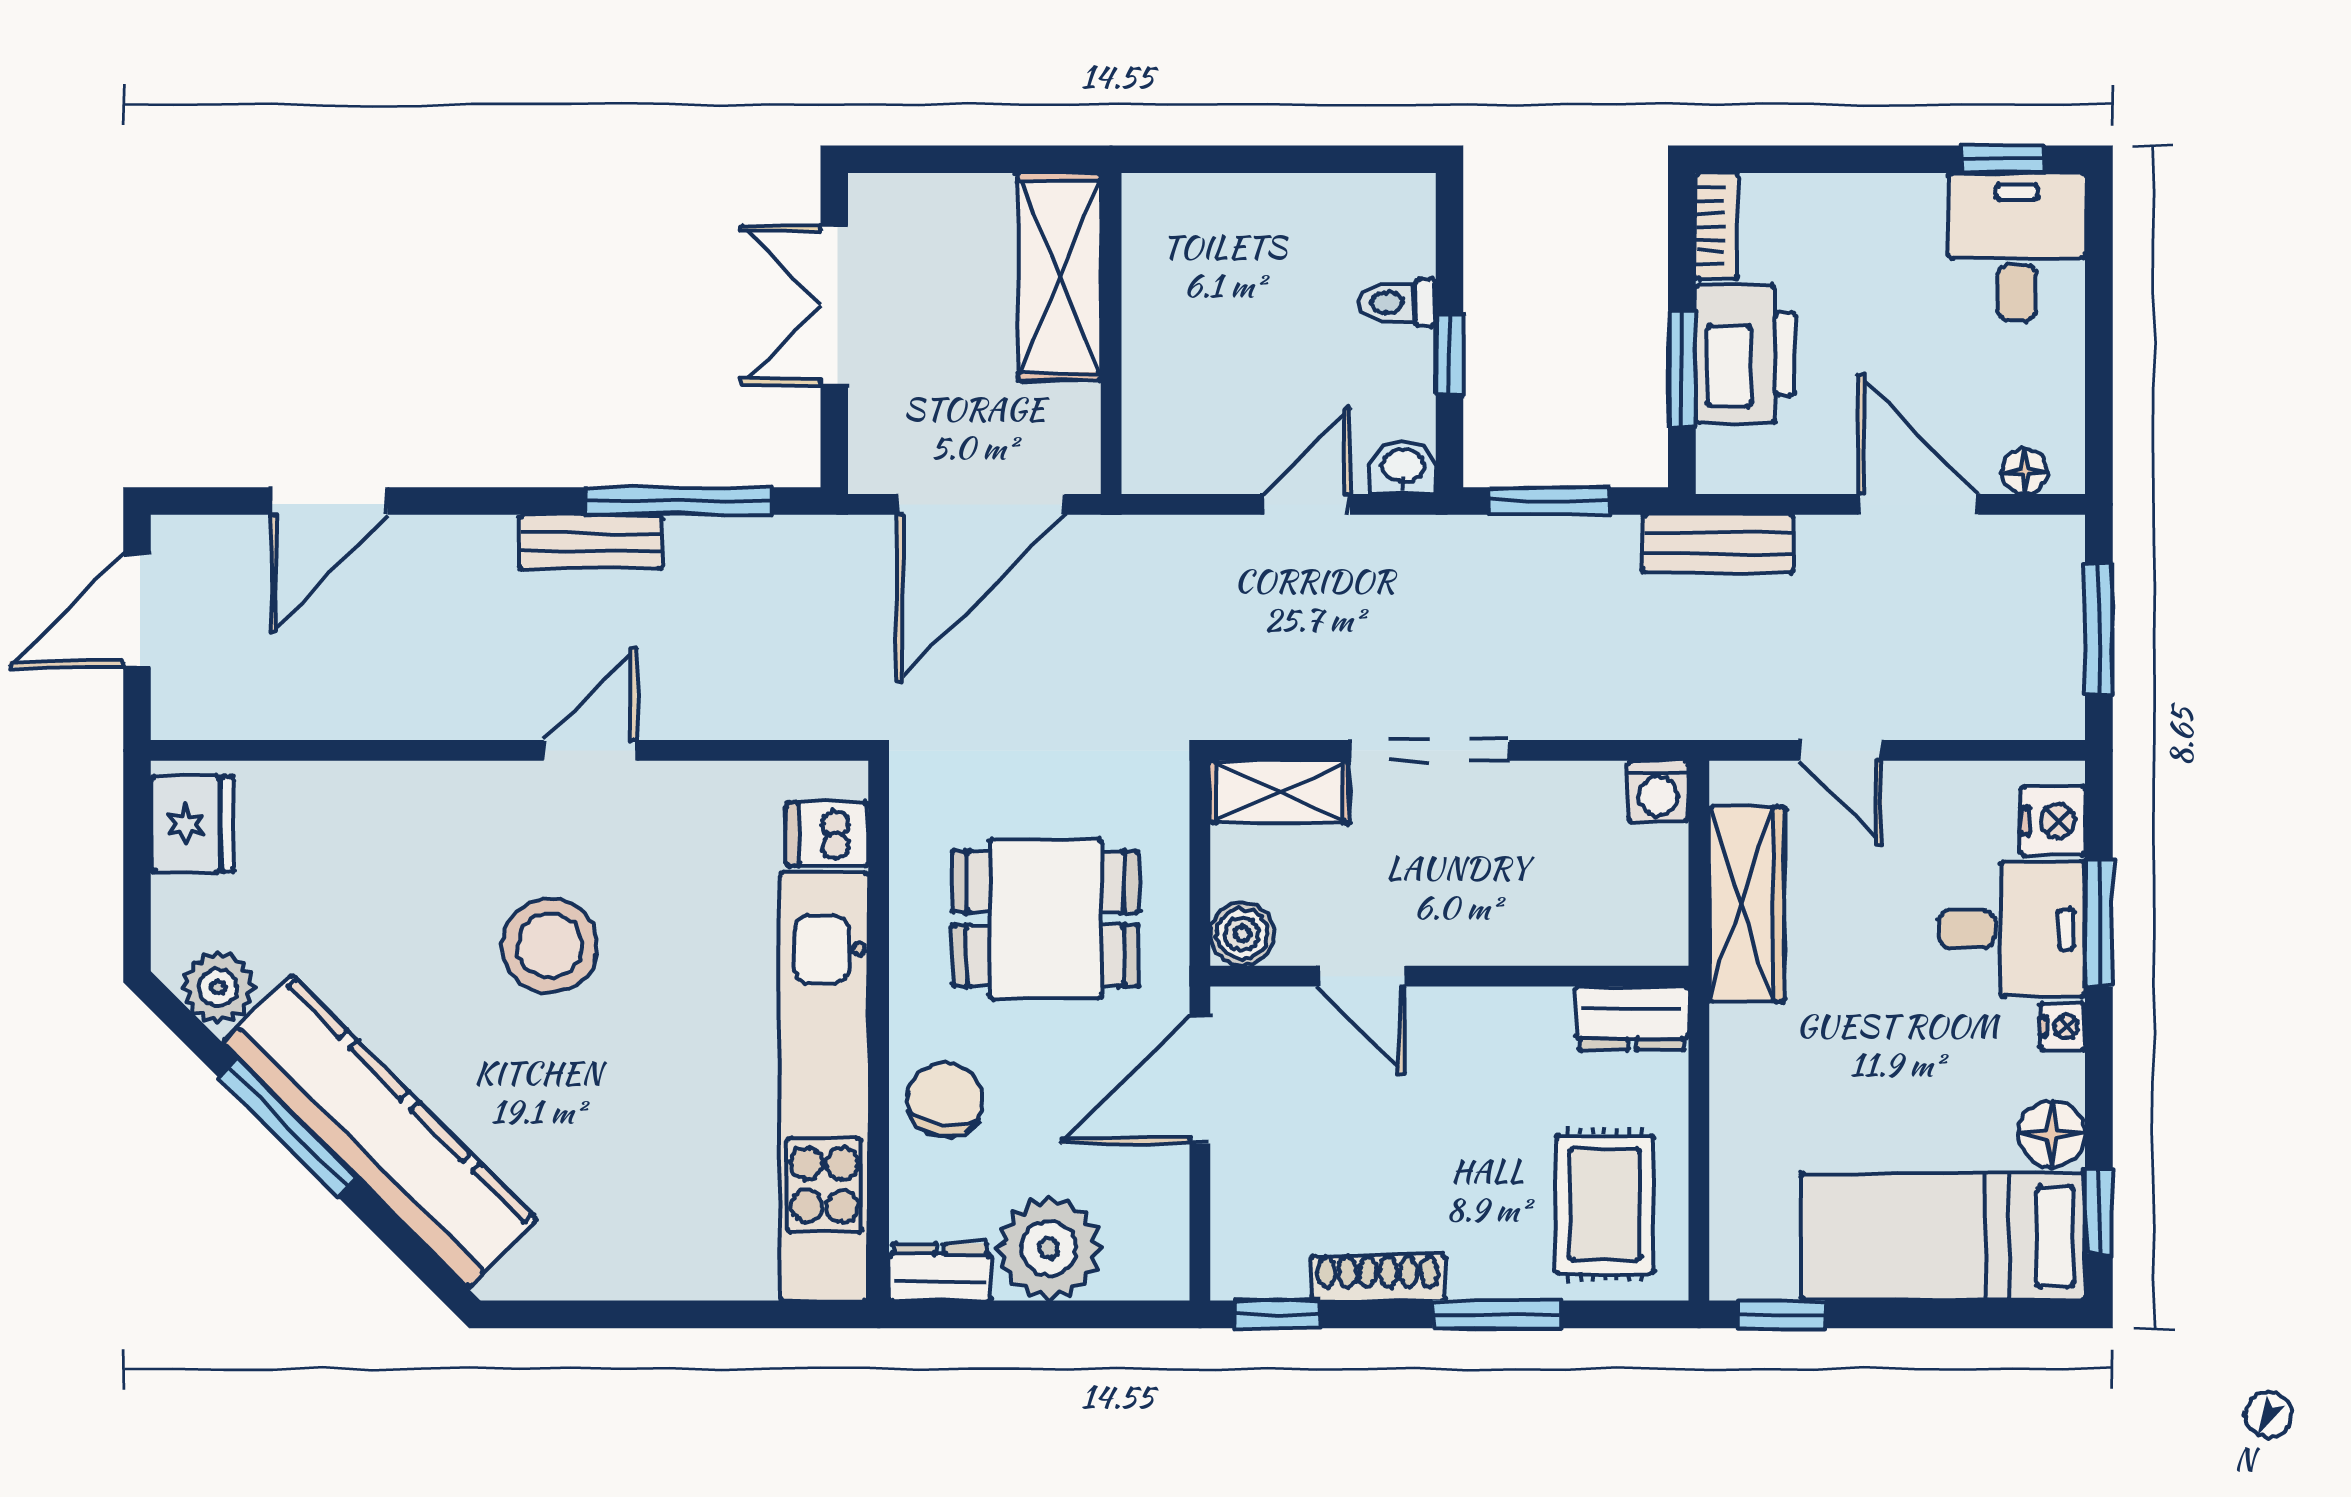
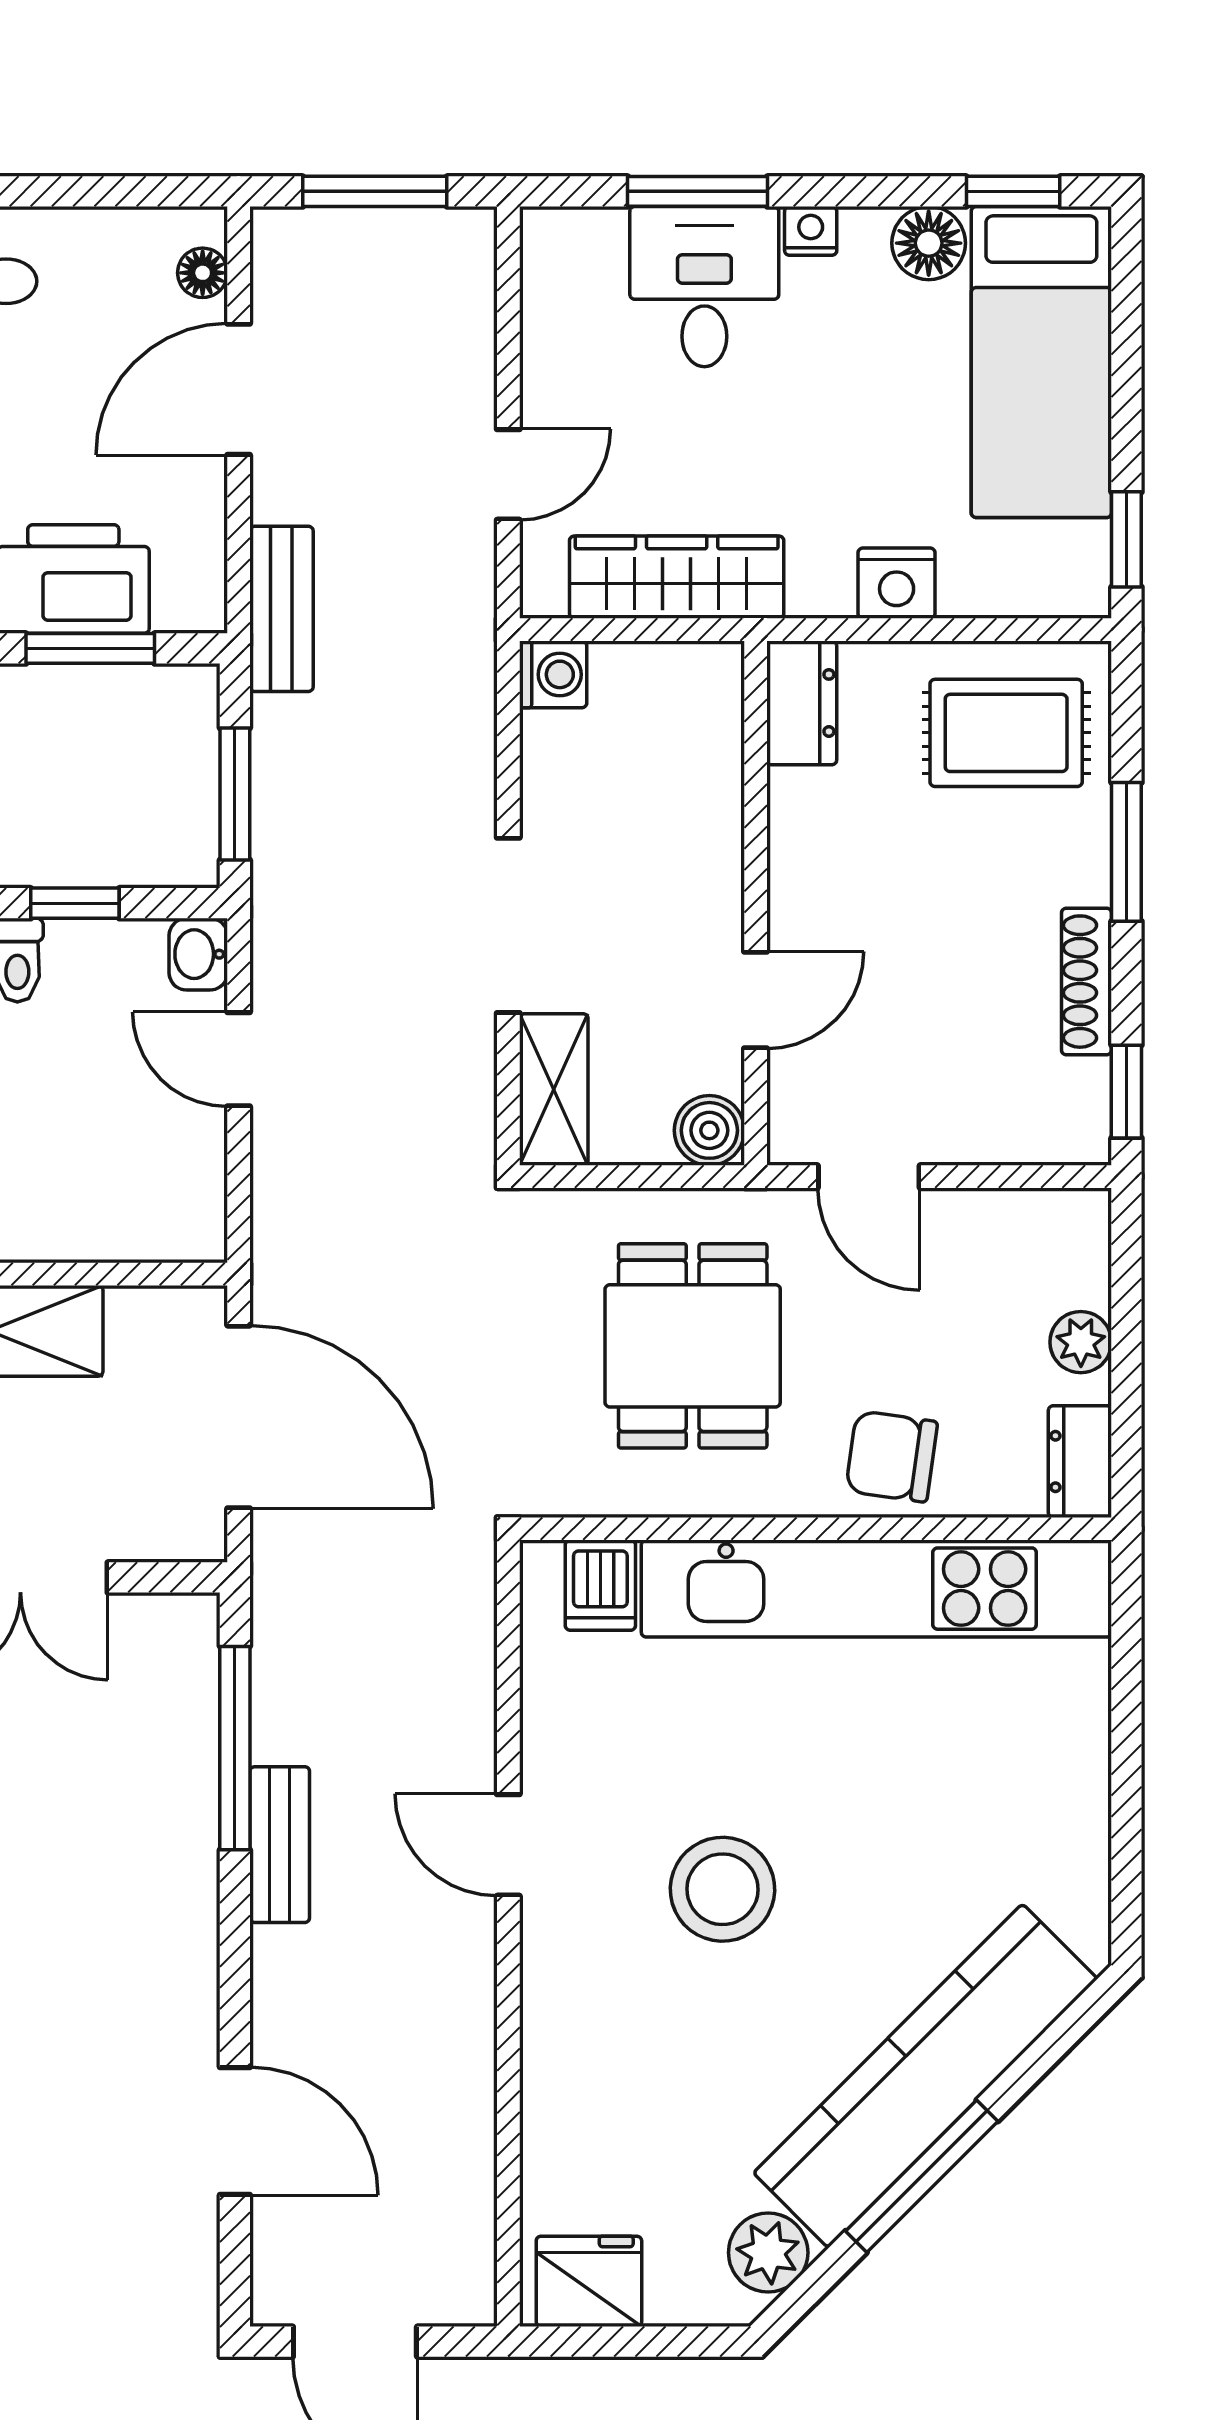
nightstand: (2053, 821) -> (897, 583), moved, turned 180
door: (1200, 1079) -> (869, 1177), width x0.73
plant: (1049, 1248) -> (1081, 1342), width x0.53, depth x0.53

